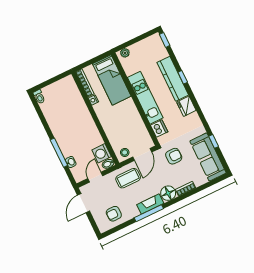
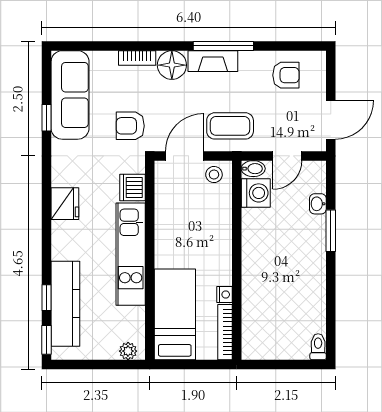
window: (183, 77) -> (47, 298), moved
kitchen counter: (173, 79) -> (65, 304), moved
window: (59, 153) -> (331, 231), width x0.69

